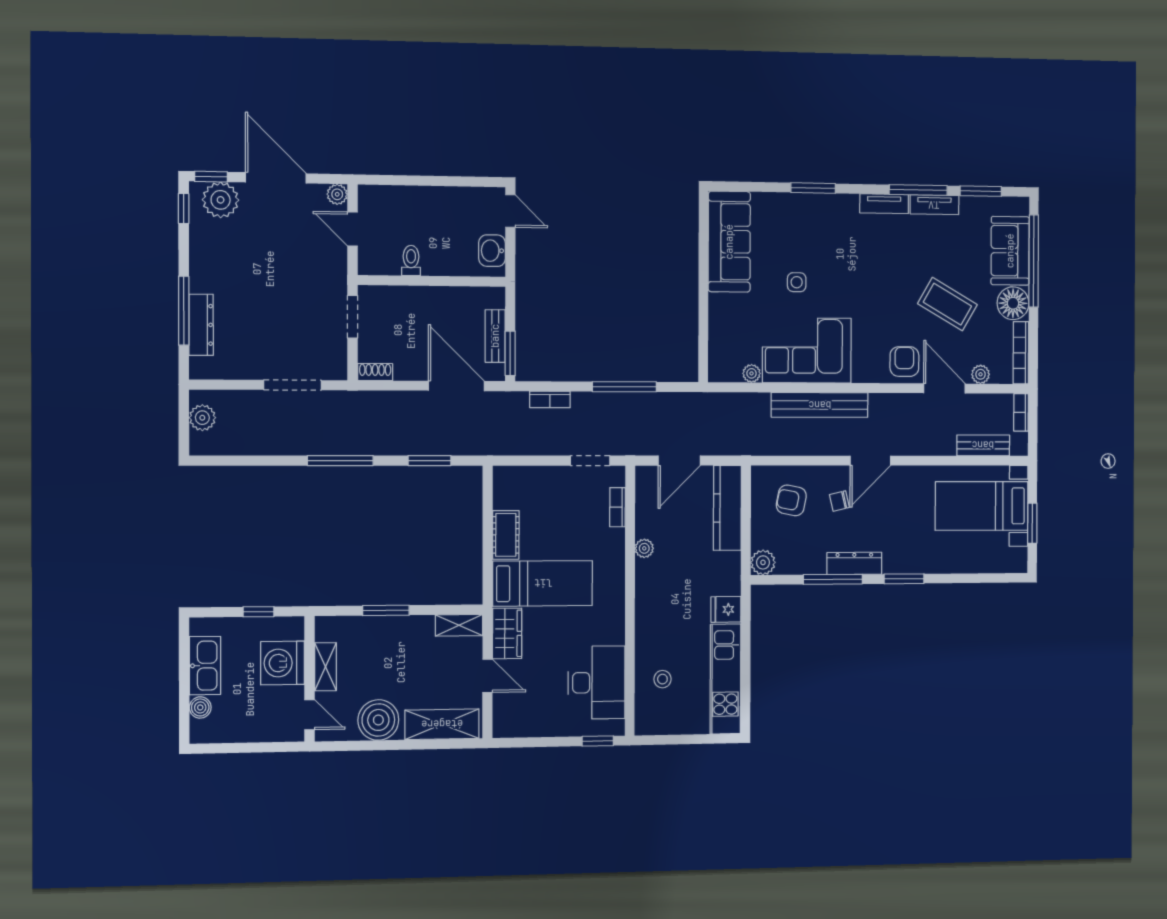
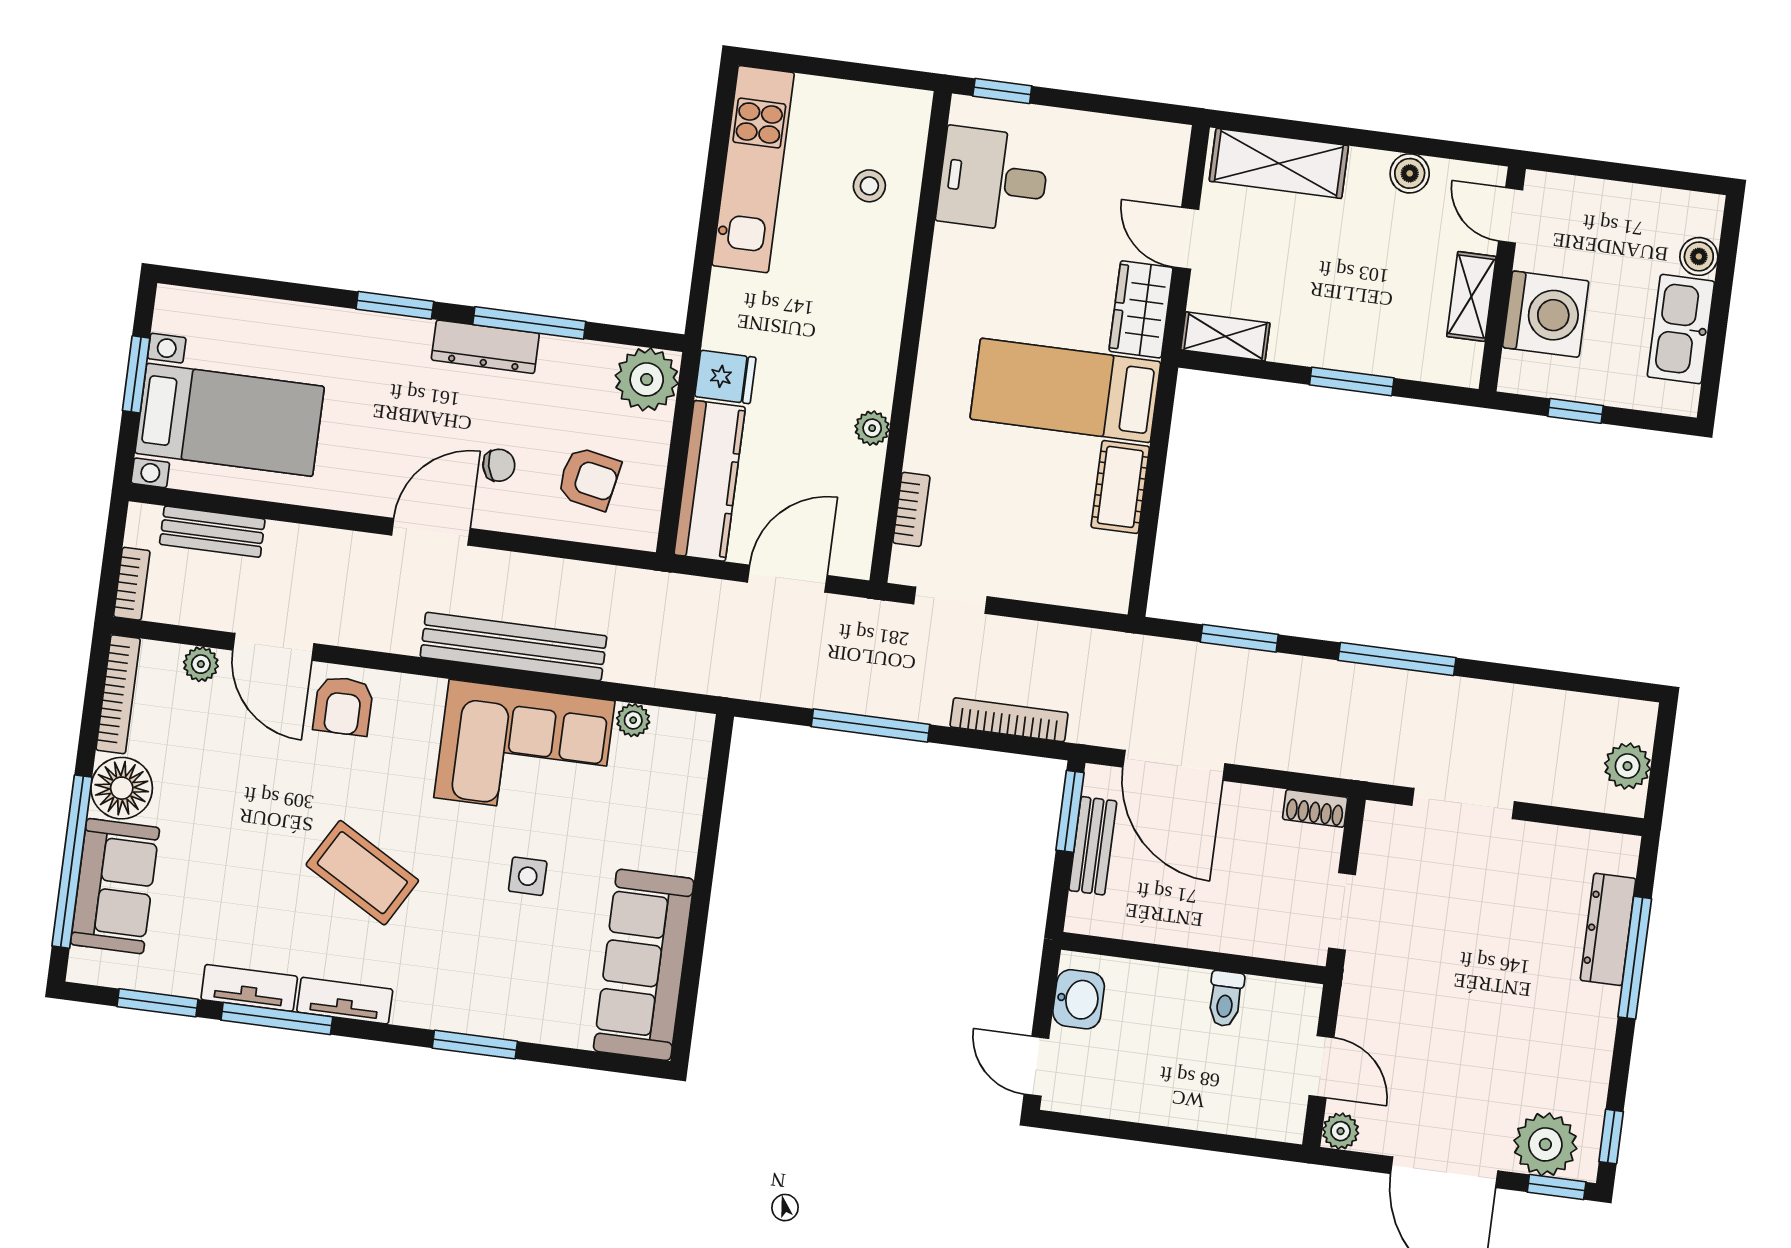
coffee table: (947, 304) -> (362, 873), moved
bookcase: (550, 399) -> (1009, 720), width x1.56
plant: (763, 562) -> (647, 379), width x1.36, depth x1.36
fridge: (726, 609) -> (725, 377), moved
desk: (597, 683) -> (993, 179), width x0.73
boiler: (378, 720) -> (1410, 173), width x0.54, depth x0.54

